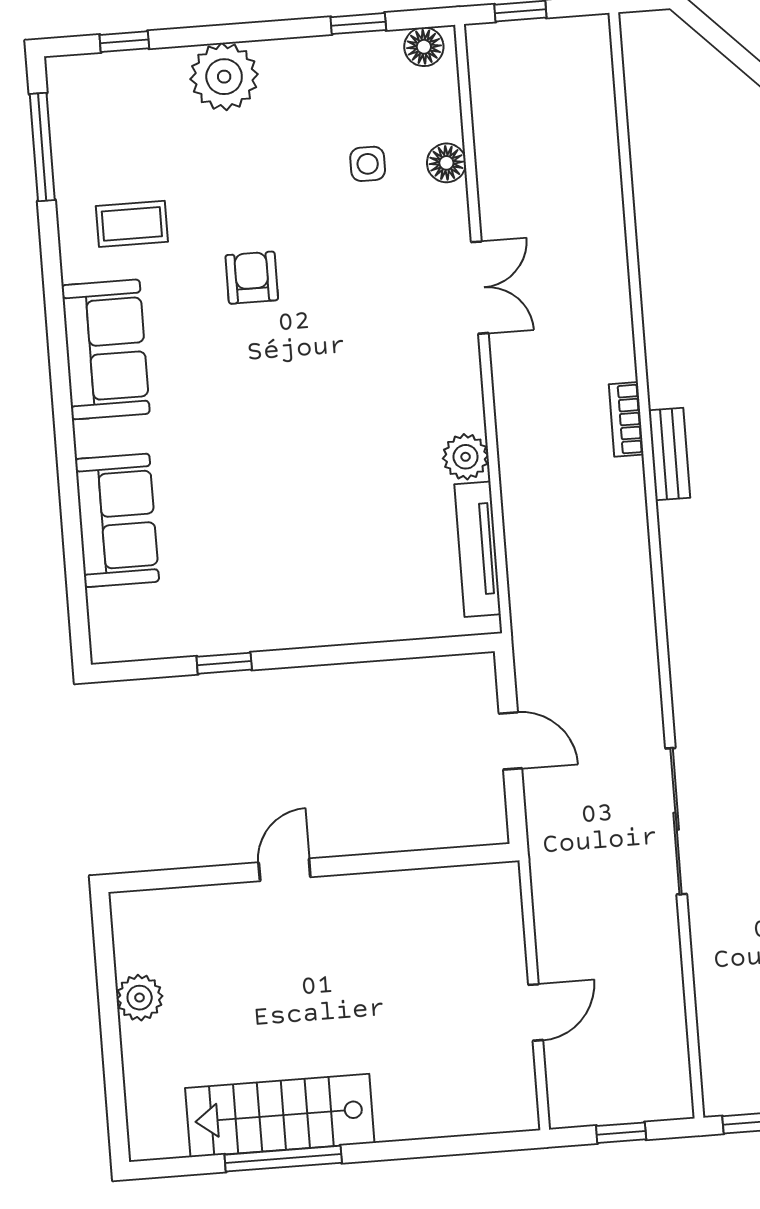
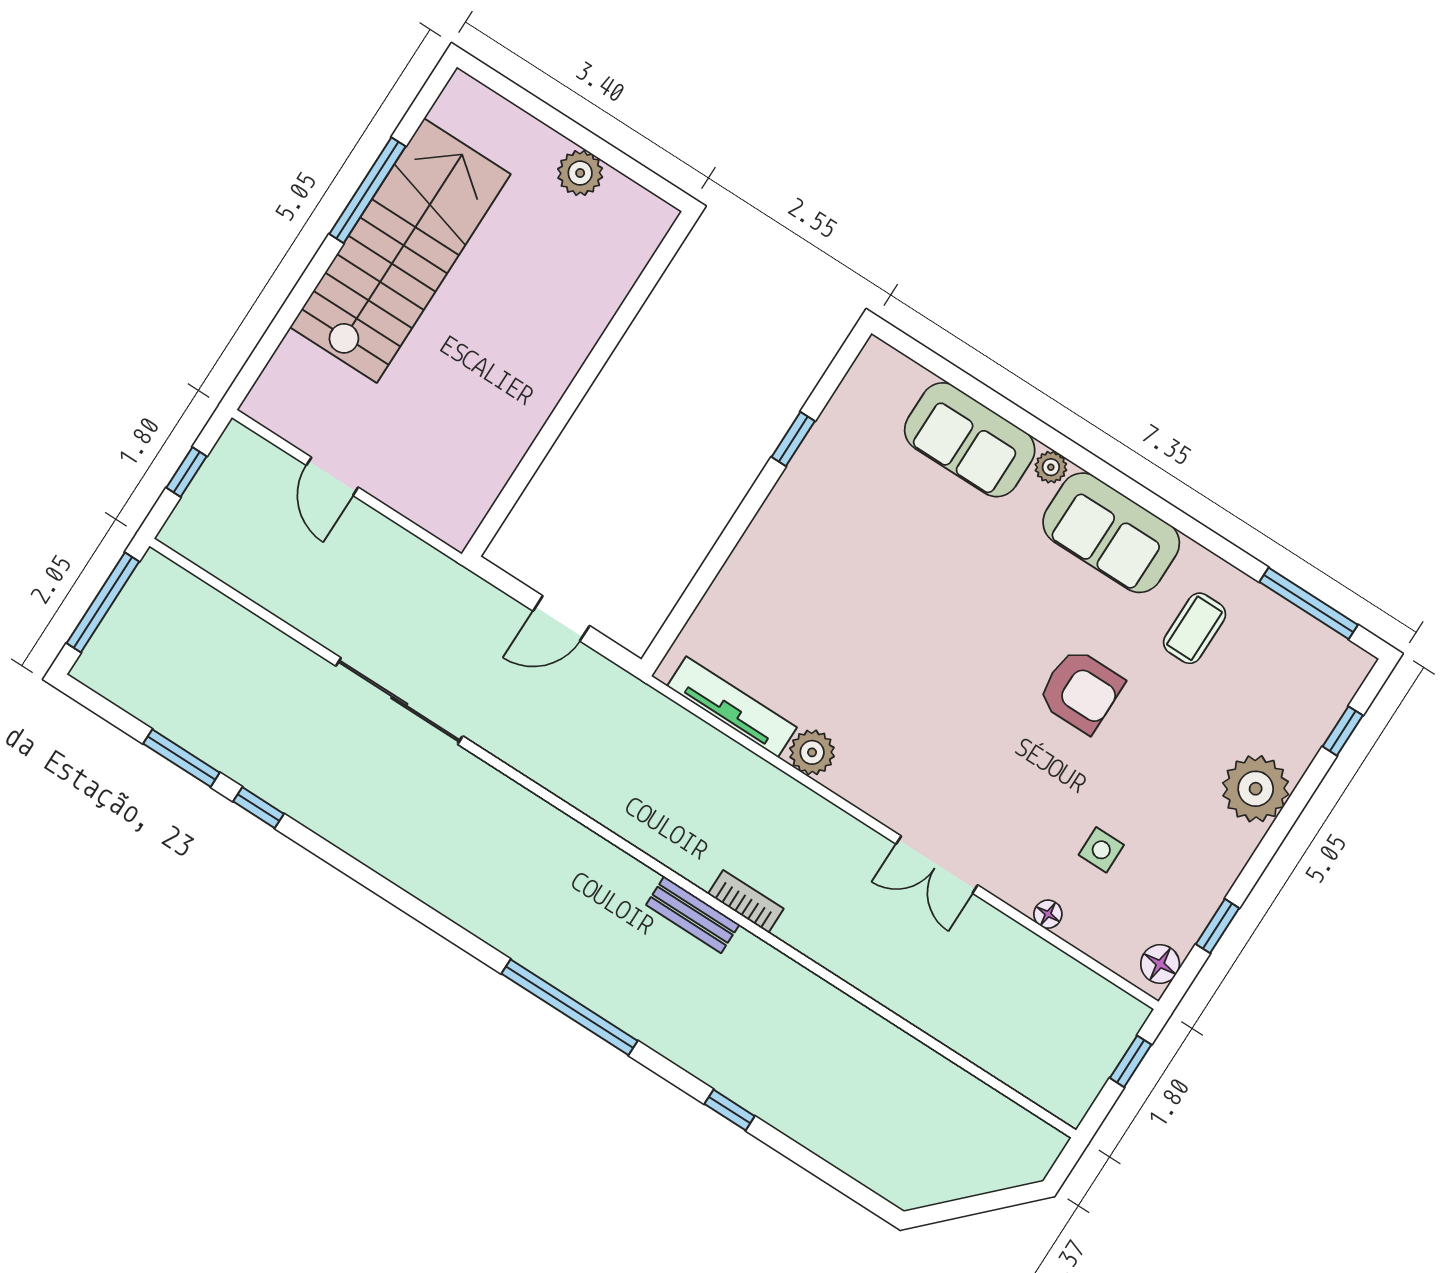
floor lamp: (446, 163) -> (1048, 914), width x0.73, depth x0.73
armchair: (252, 278) -> (1081, 691), width x1.38, depth x1.38
plant: (90, 438) -> (1051, 467), added
door: (285, 870) -> (594, 364), removed
stairs: (280, 1115) -> (400, 251), width x1.36, depth x1.51

